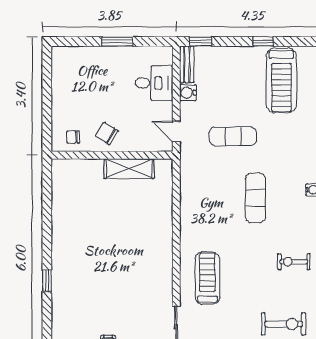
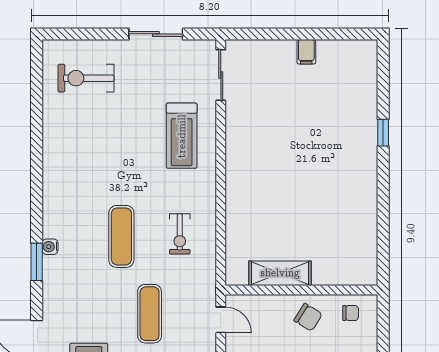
exercise mat: (233, 136) -> (150, 314), turned 90
exercise bike: (294, 262) -> (180, 234), moved, turned 90

